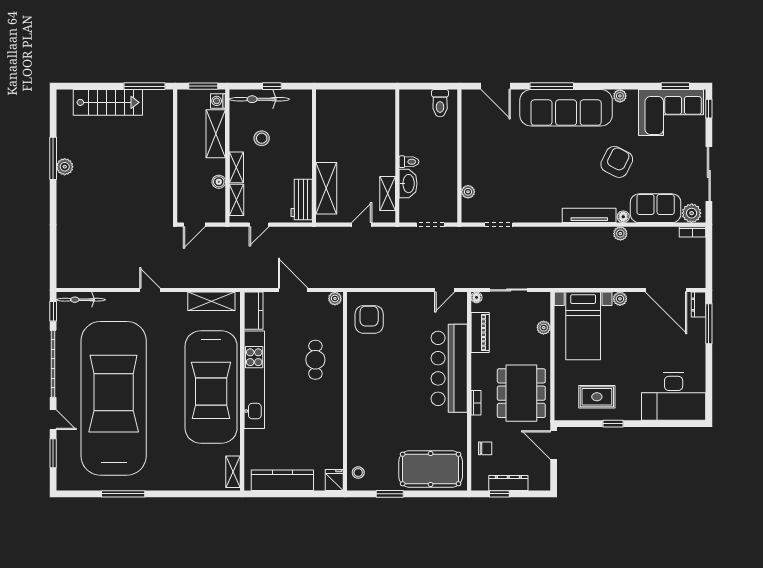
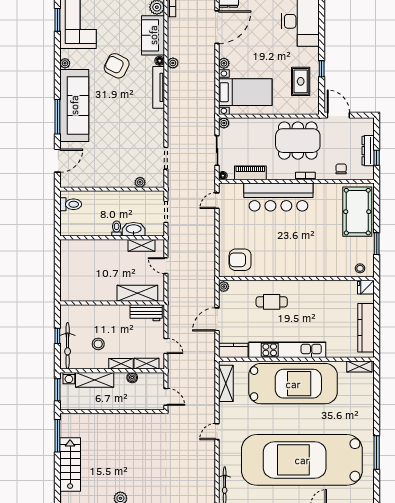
door: (445, 290) -> (217, 201), swing flipped
plant: (544, 328) -> (224, 123), moved
door: (554, 445) -> (338, 115), swing flipped

